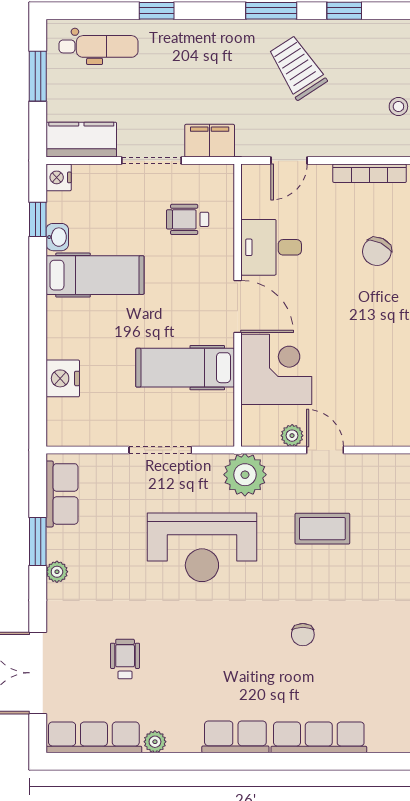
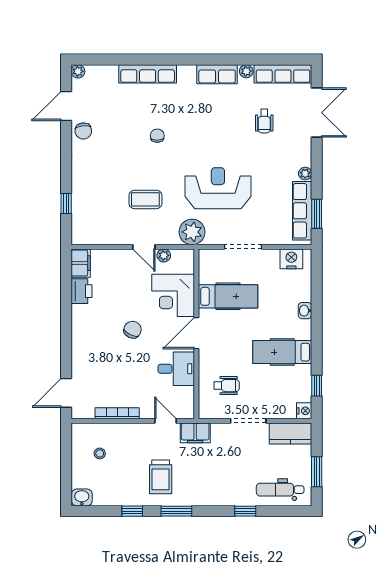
trolley: (297, 67) -> (161, 477), turned 33
filing cabinet: (210, 141) -> (195, 433), moved
door: (289, 161) -> (166, 421), hinge flipped
washbasin: (57, 237) -> (305, 311), moved
chair: (377, 251) -> (133, 330), moved
door: (238, 306) -> (196, 333), hinge flipped
nightstand: (63, 378) -> (291, 259), moved, turned -90
row of seats: (62, 494) -> (302, 211), width x1.48
window: (38, 542) -> (317, 214), moved
row of seats: (235, 737) -> (217, 74), moved

